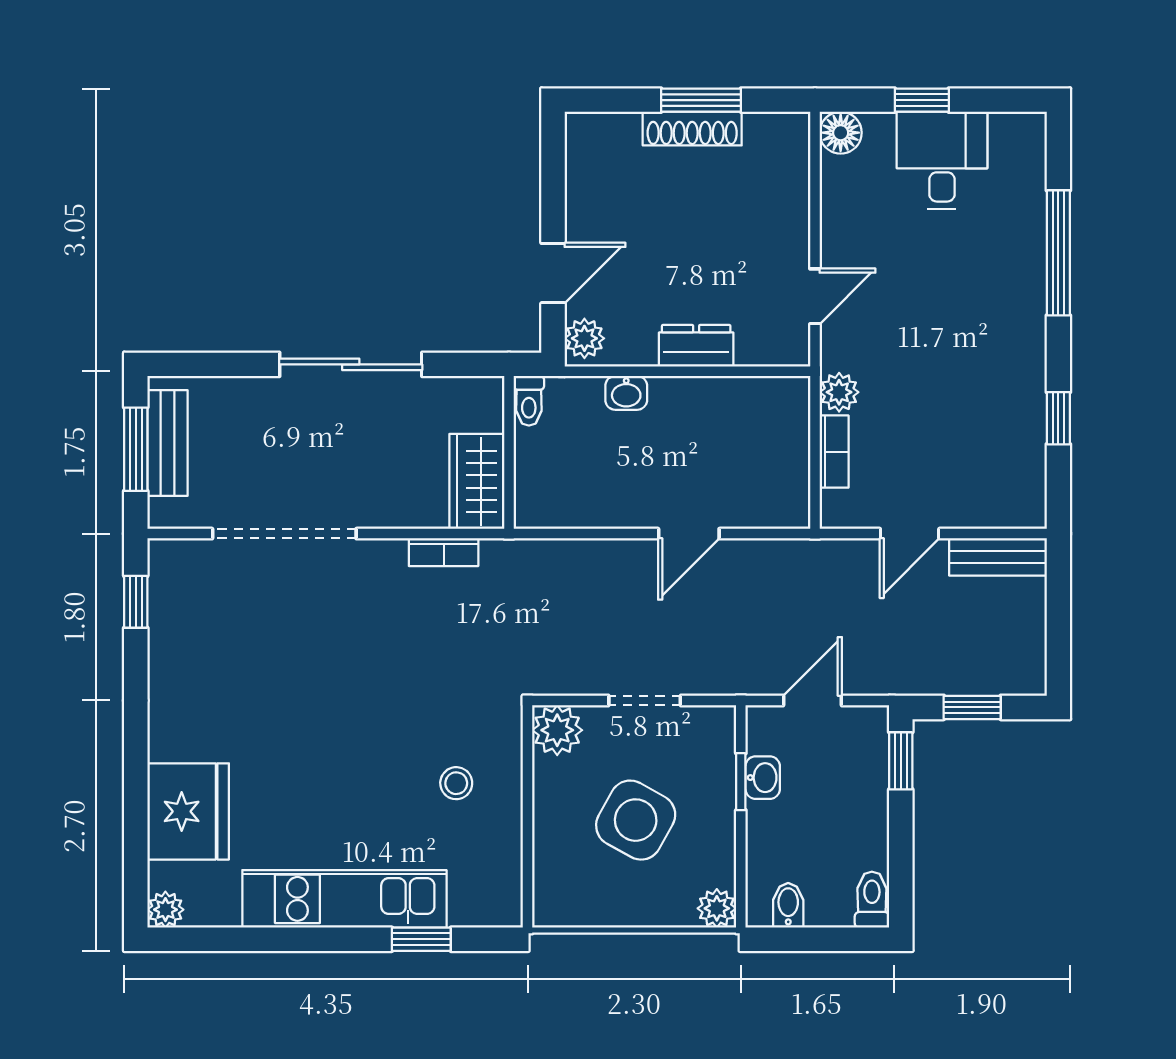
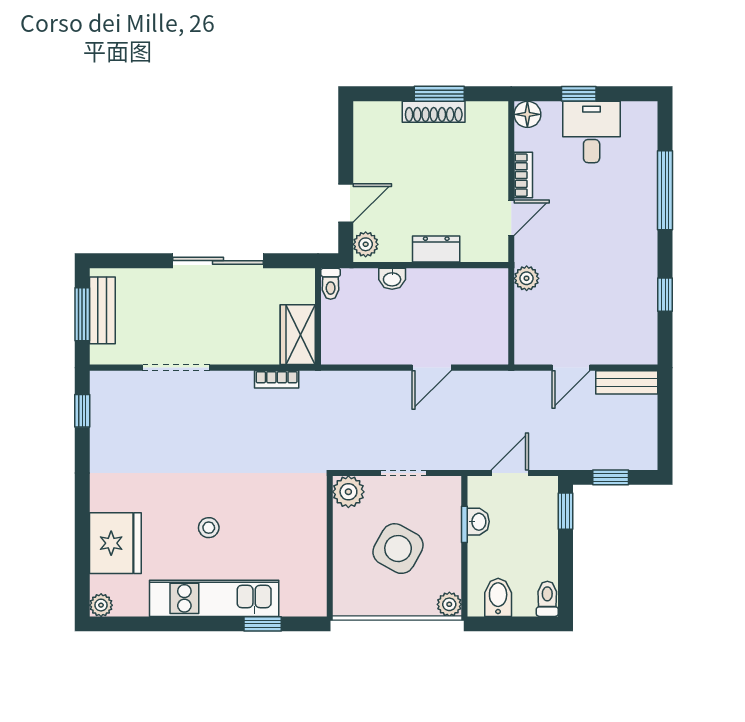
bookcase: (834, 452) -> (523, 175), moved
doorway: (284, 534) -> (176, 368), width x0.73
stool: (456, 783) -> (209, 528), moved
bidet: (788, 905) -> (498, 597), width x1.38, depth x1.36

